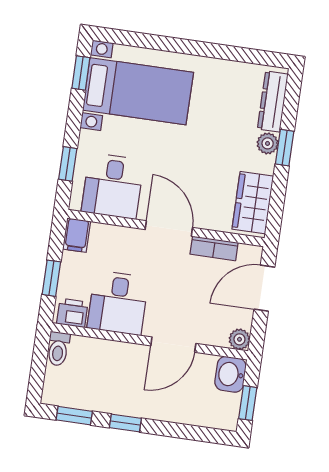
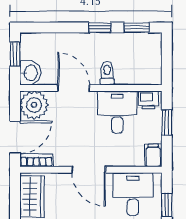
bookcase: (214, 248) -> (36, 160), moved
plant: (239, 339) -> (34, 105), width x1.88, depth x1.88
door: (173, 345) -> (74, 88), hinge flipped
toilet: (58, 349) -> (107, 73), moved

